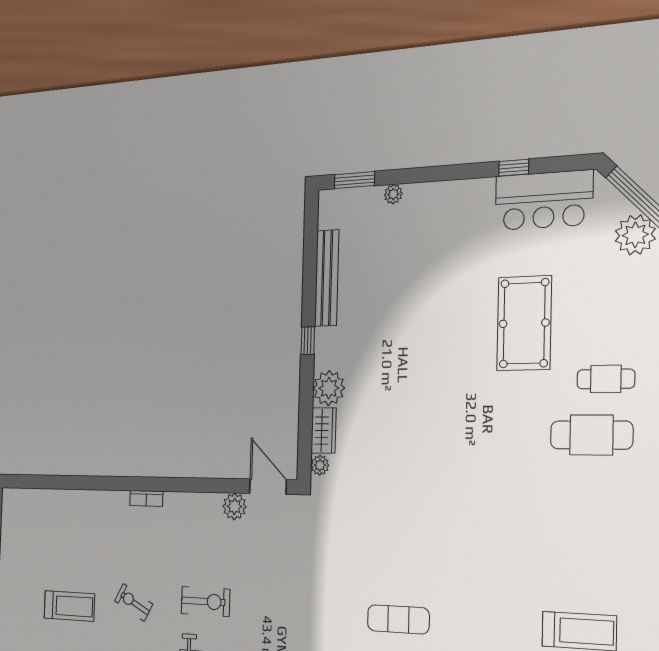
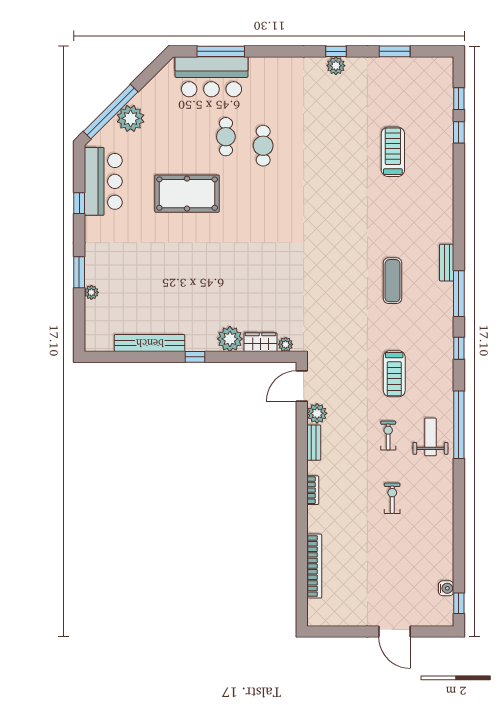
window: (354, 180) -> (79, 272), moved
cafe table: (591, 435) -> (263, 146), width x0.73, depth x0.74
bookcase: (64, 498) -> (314, 566), added
bench: (200, 501) -> (314, 443), added
exercise bike: (206, 601) -> (388, 435), width x0.73, depth x0.72
exercise bike: (134, 602) -> (392, 498), turned 152
treadmill: (69, 606) -> (394, 374), moved, turned 180

